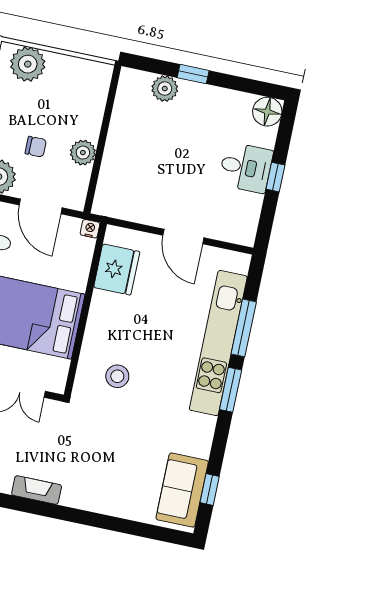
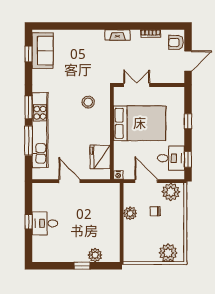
floor lamp: (267, 112) -> (40, 254), removed

